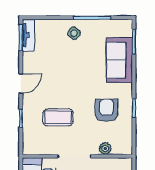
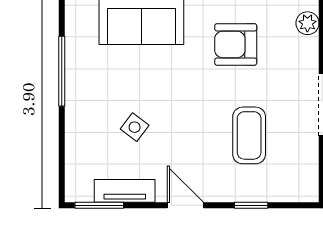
side table: (74, 33) -> (135, 127), moved
tv unit: (28, 35) -> (125, 191), moved
plant: (105, 149) -> (307, 23), moved

